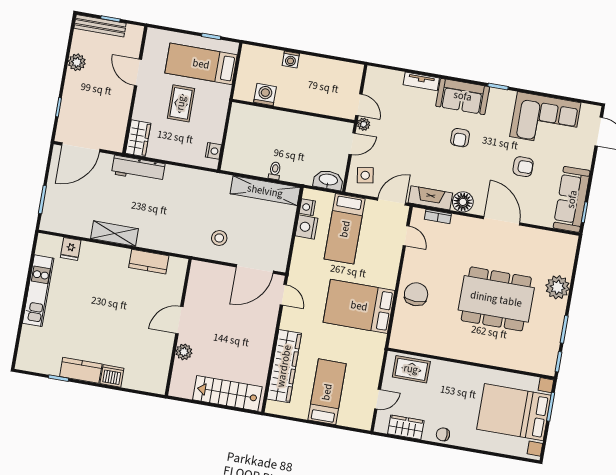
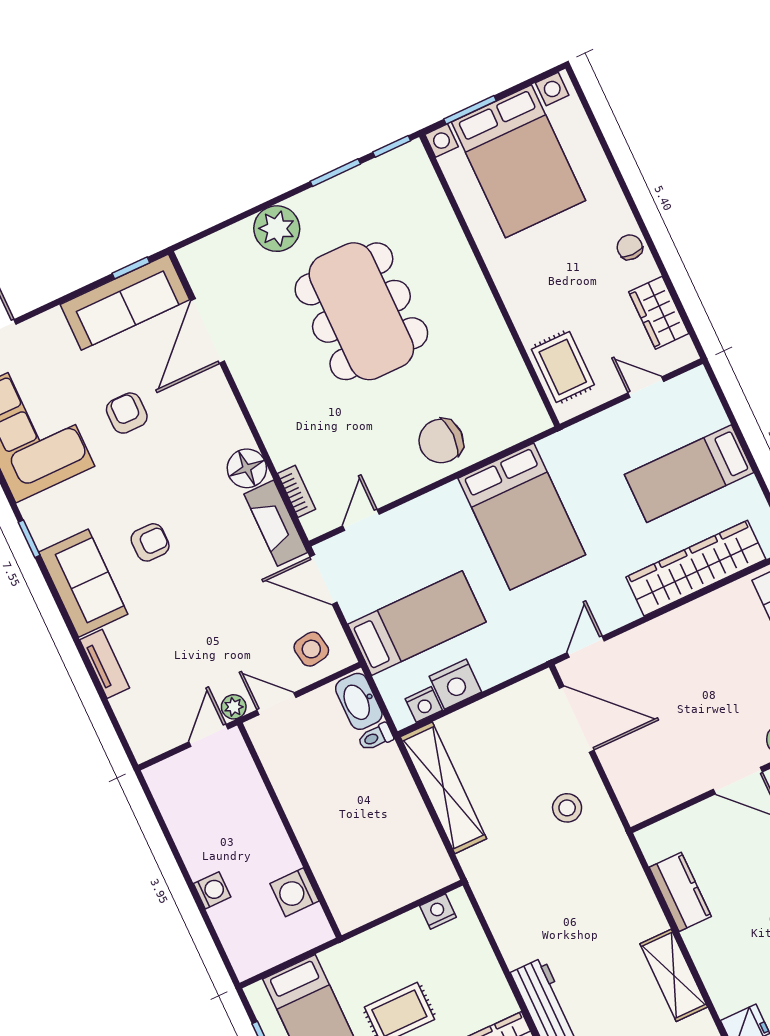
toilet: (275, 171) -> (375, 737), moved
door: (502, 221) -> (208, 331), moved
chair: (443, 434) -> (630, 247), turned 180

